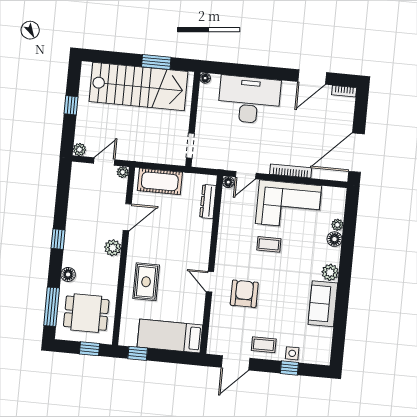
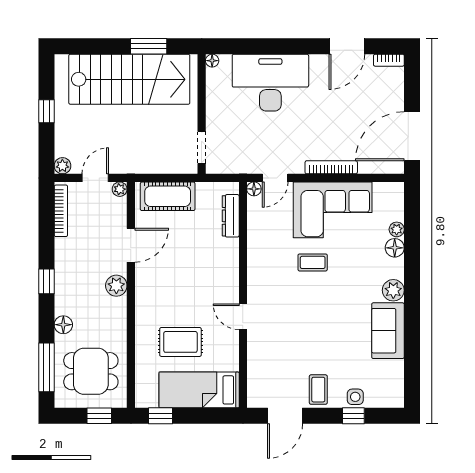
bookcase: (75, 185) -> (61, 211), added
rug: (146, 282) -> (180, 342), moved, turned 90
armchair: (244, 294) -> (288, 328), removed
coffee table: (264, 345) -> (318, 390), turned 90

